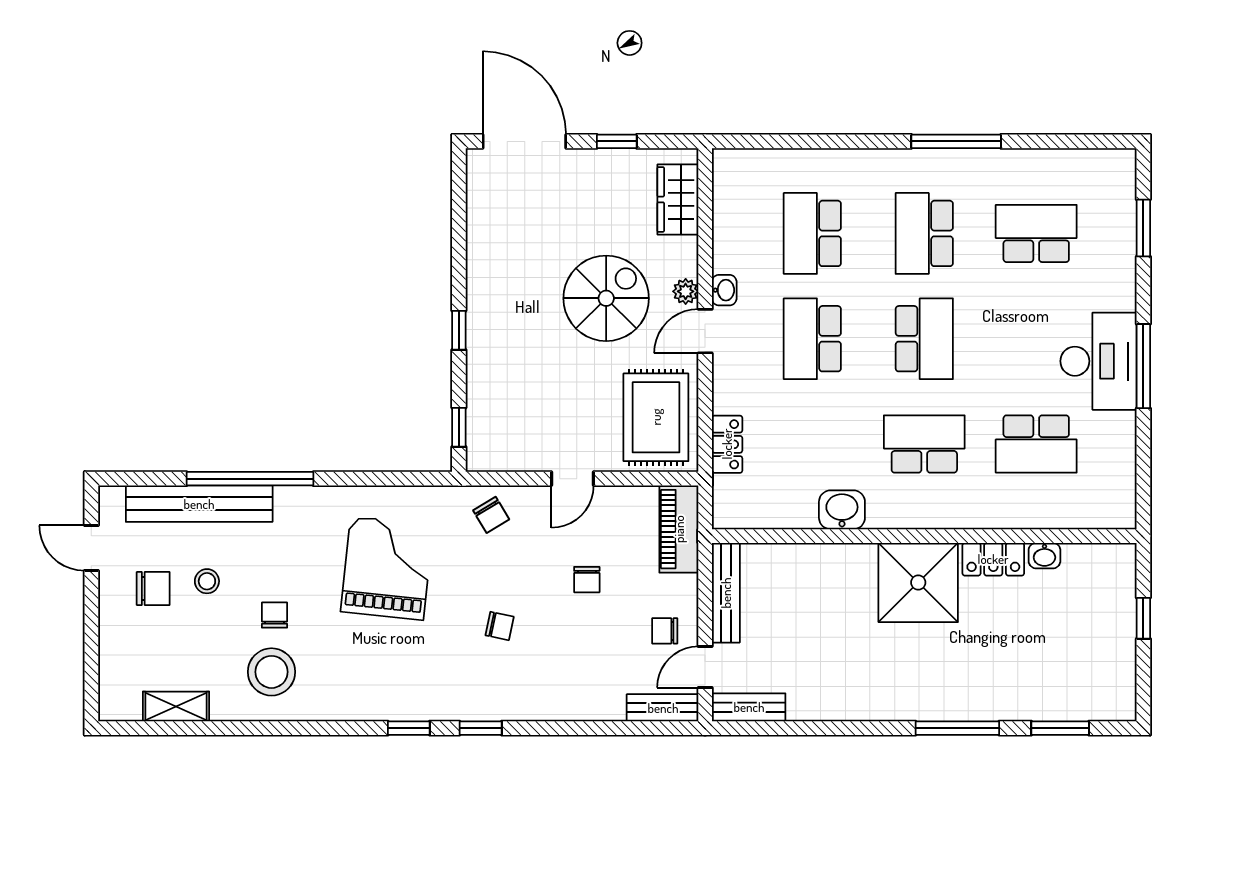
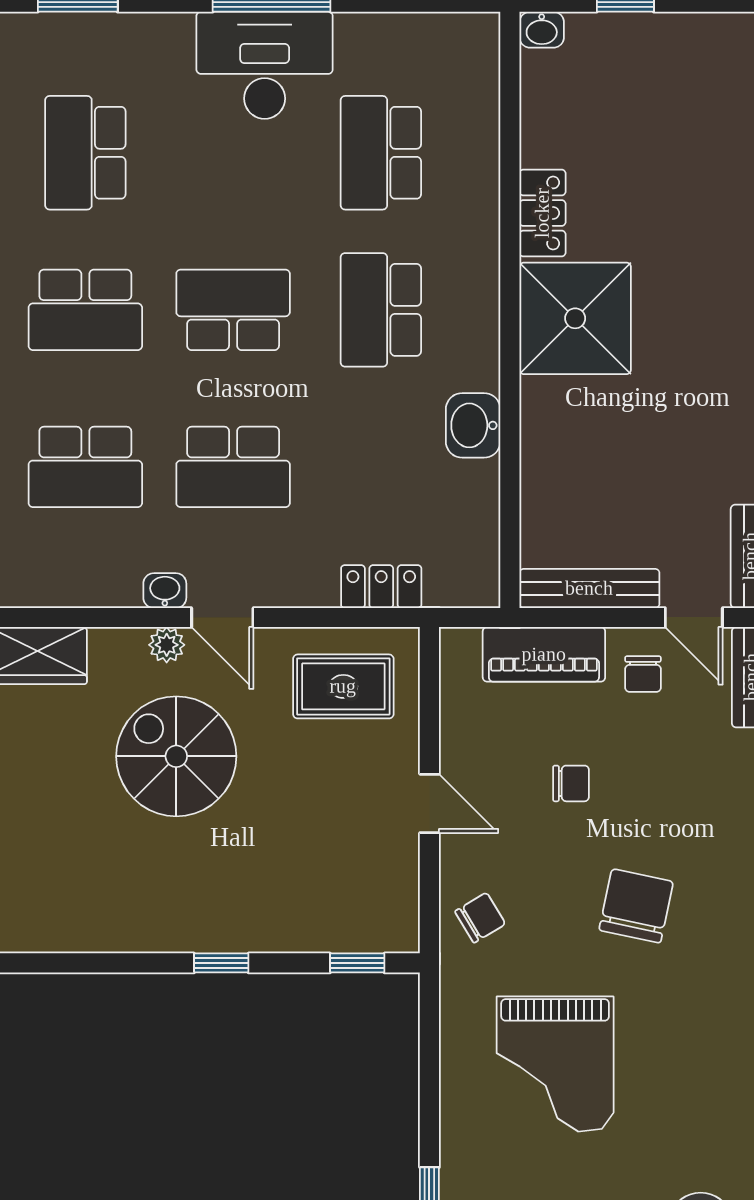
rug: (656, 417) -> (343, 686), width x0.73, depth x0.70
school desk: (1036, 444) -> (381, 153), turned 180
piano: (679, 529) -> (544, 654), moved
washbasin: (1044, 556) -> (542, 30), moved, turned 90
grand piano: (387, 568) -> (555, 1064), turned -96
chair: (500, 626) -> (636, 906), width x1.87, depth x1.87

